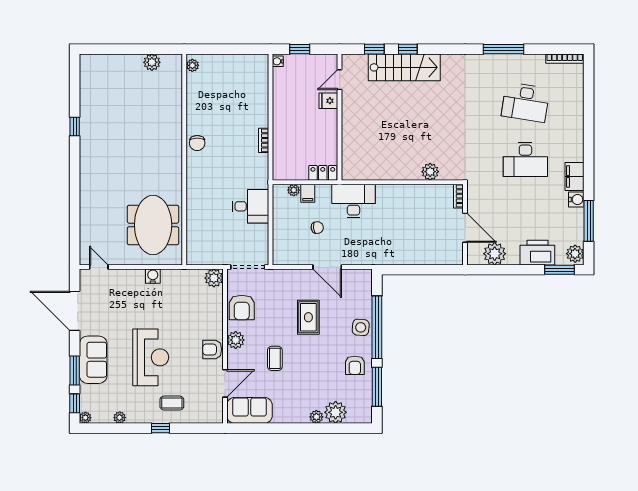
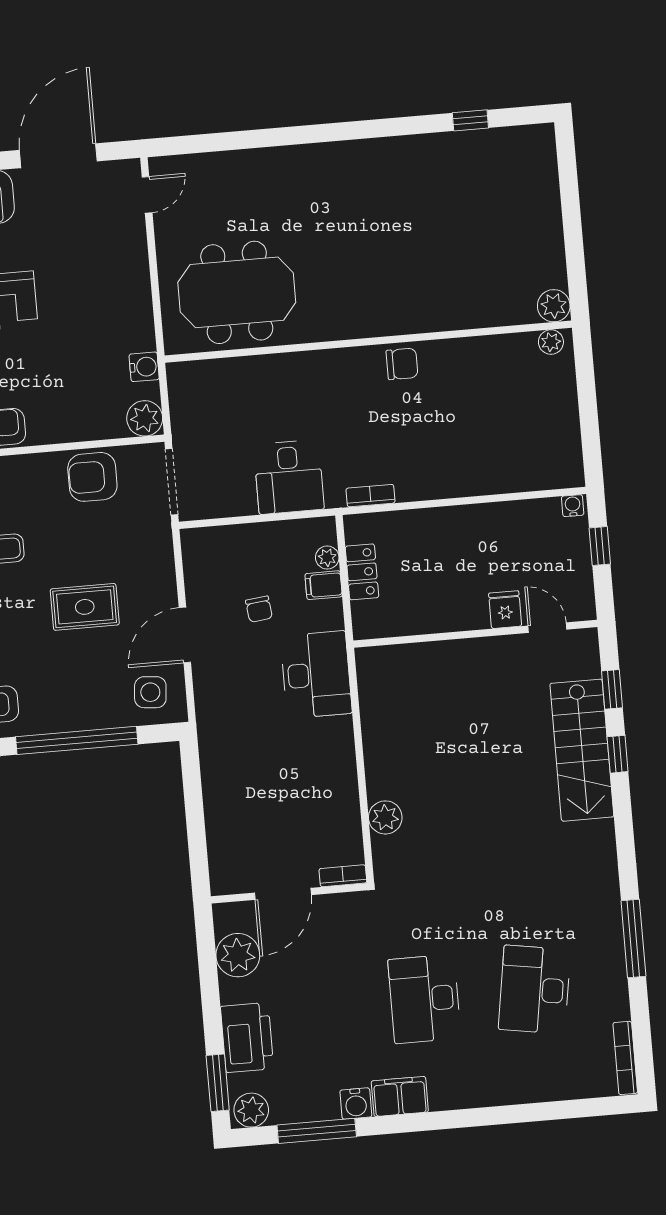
plant: (152, 62) -> (554, 306), moved
window: (75, 126) -> (470, 120), moved
bookcase: (264, 140) -> (370, 496), moved
chair: (197, 143) -> (402, 364), turned 180
locker: (323, 173) -> (362, 572), moved
water cooler: (153, 276) -> (144, 367), moved
side table: (361, 327) -> (150, 692), moved
plant: (236, 340) -> (29, 471), removed

